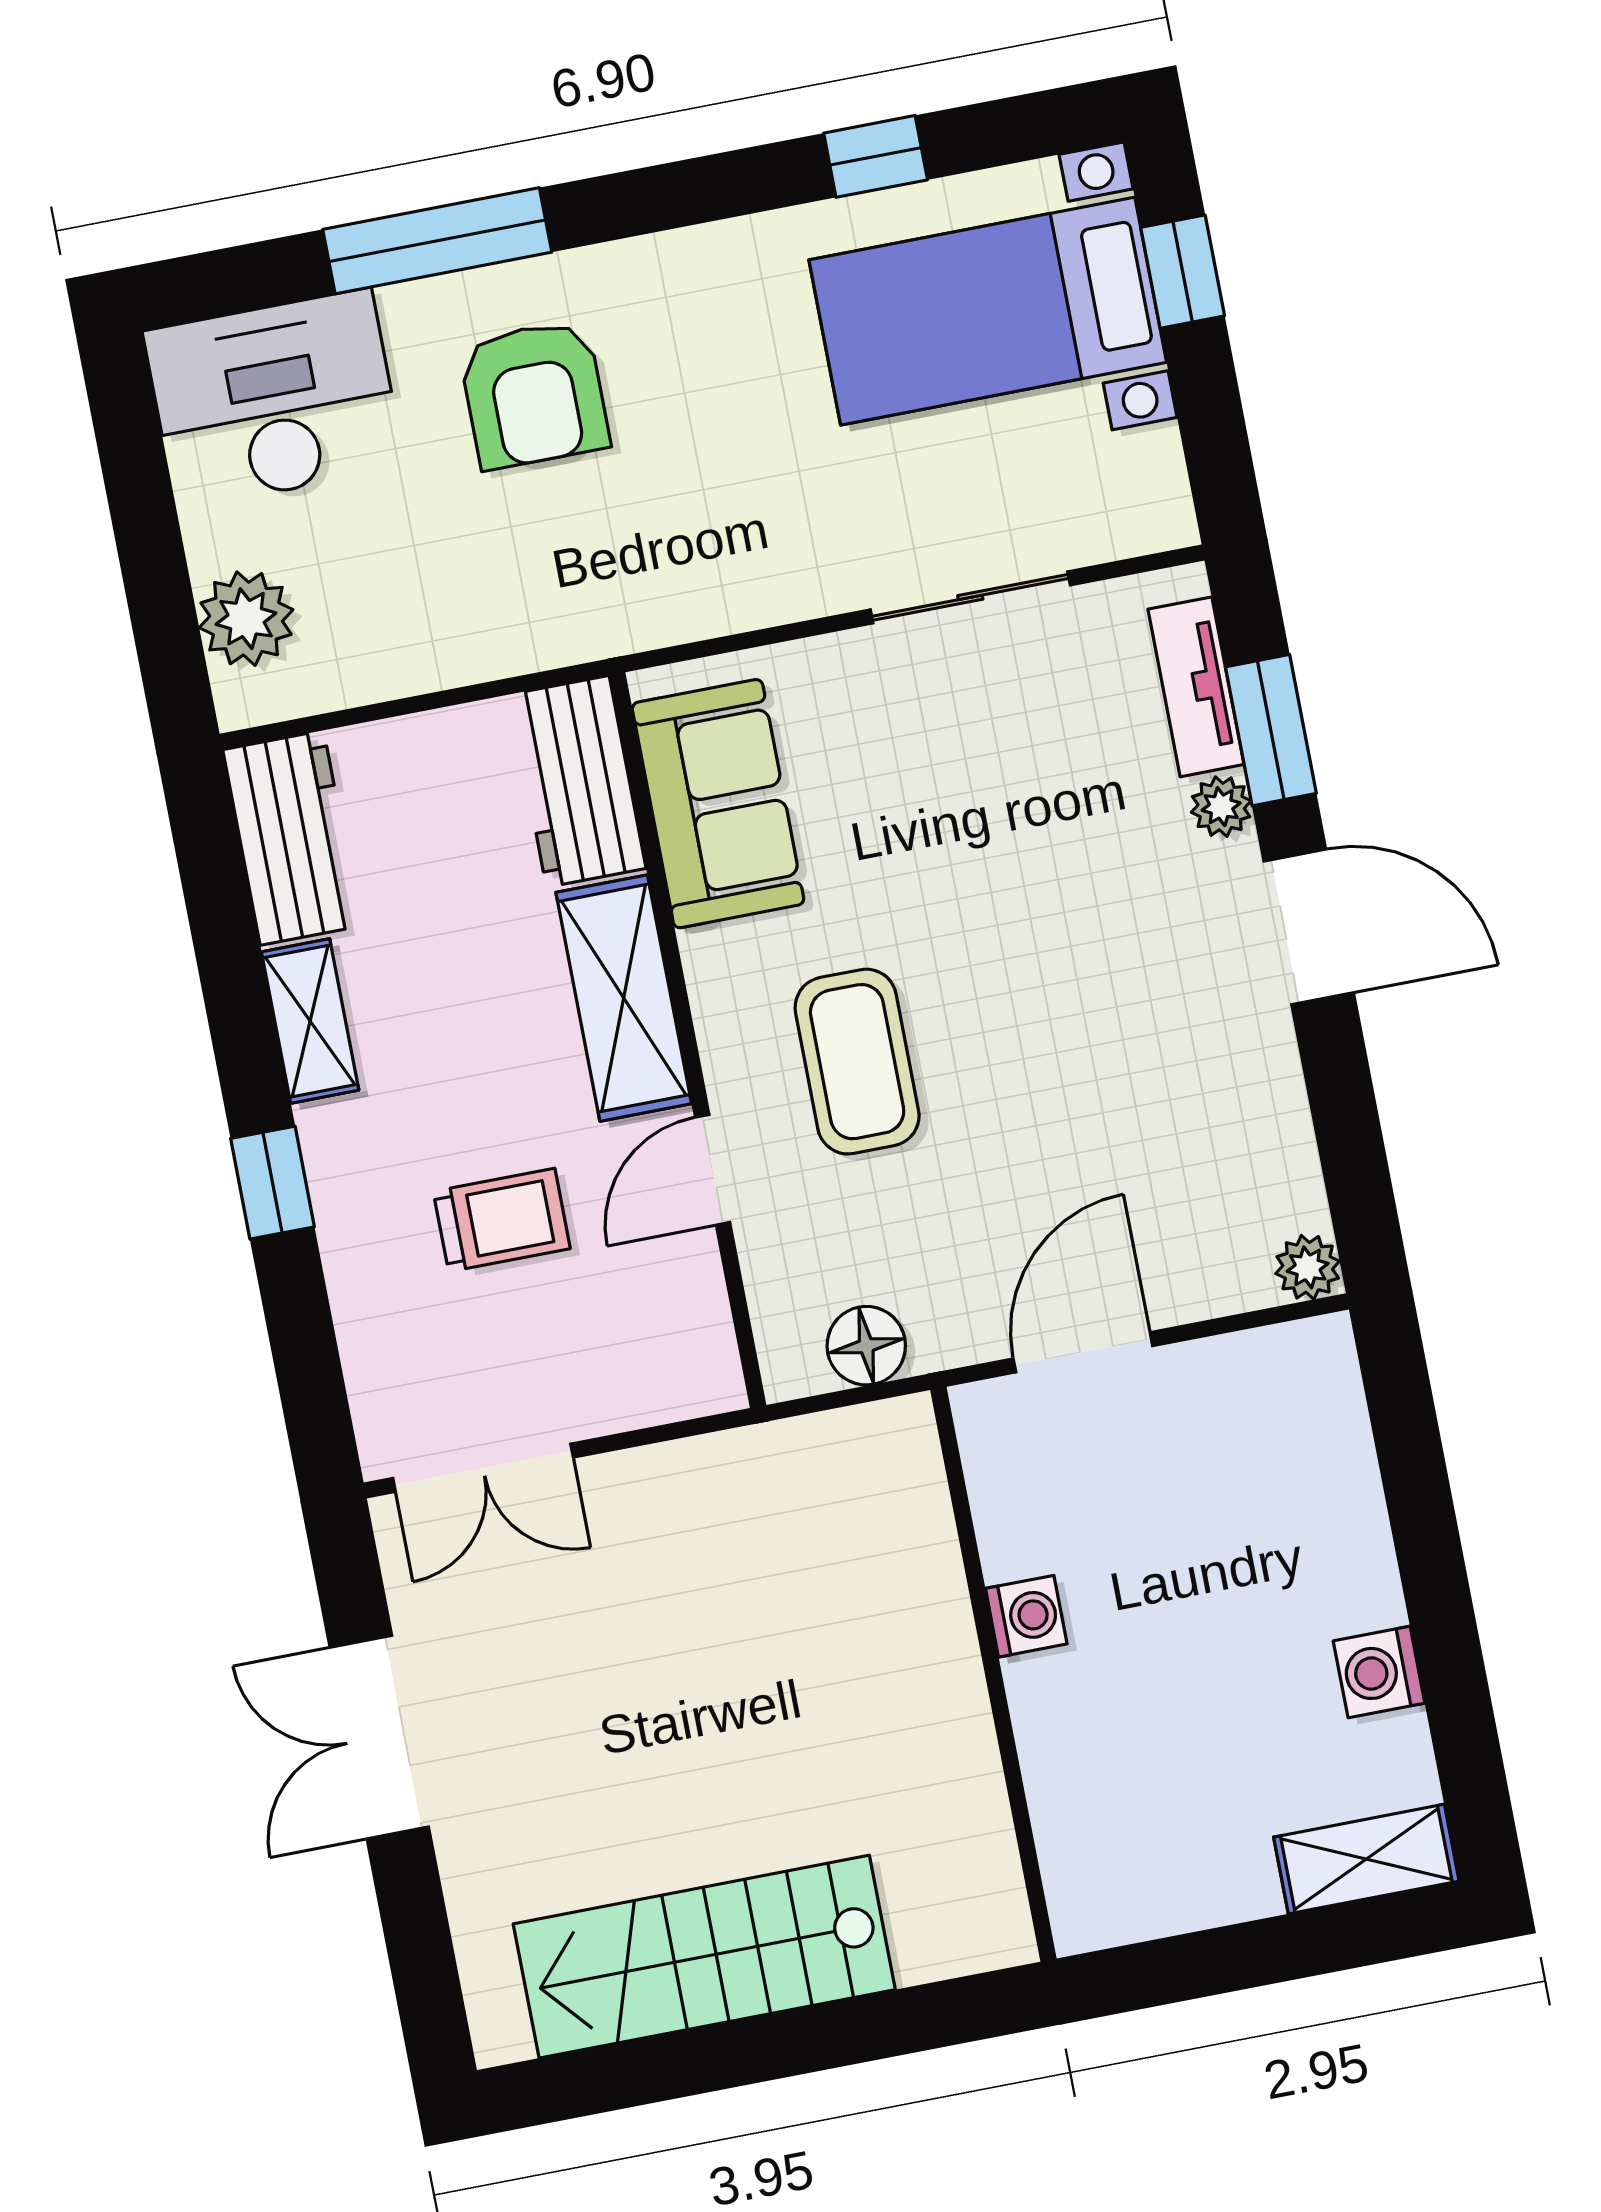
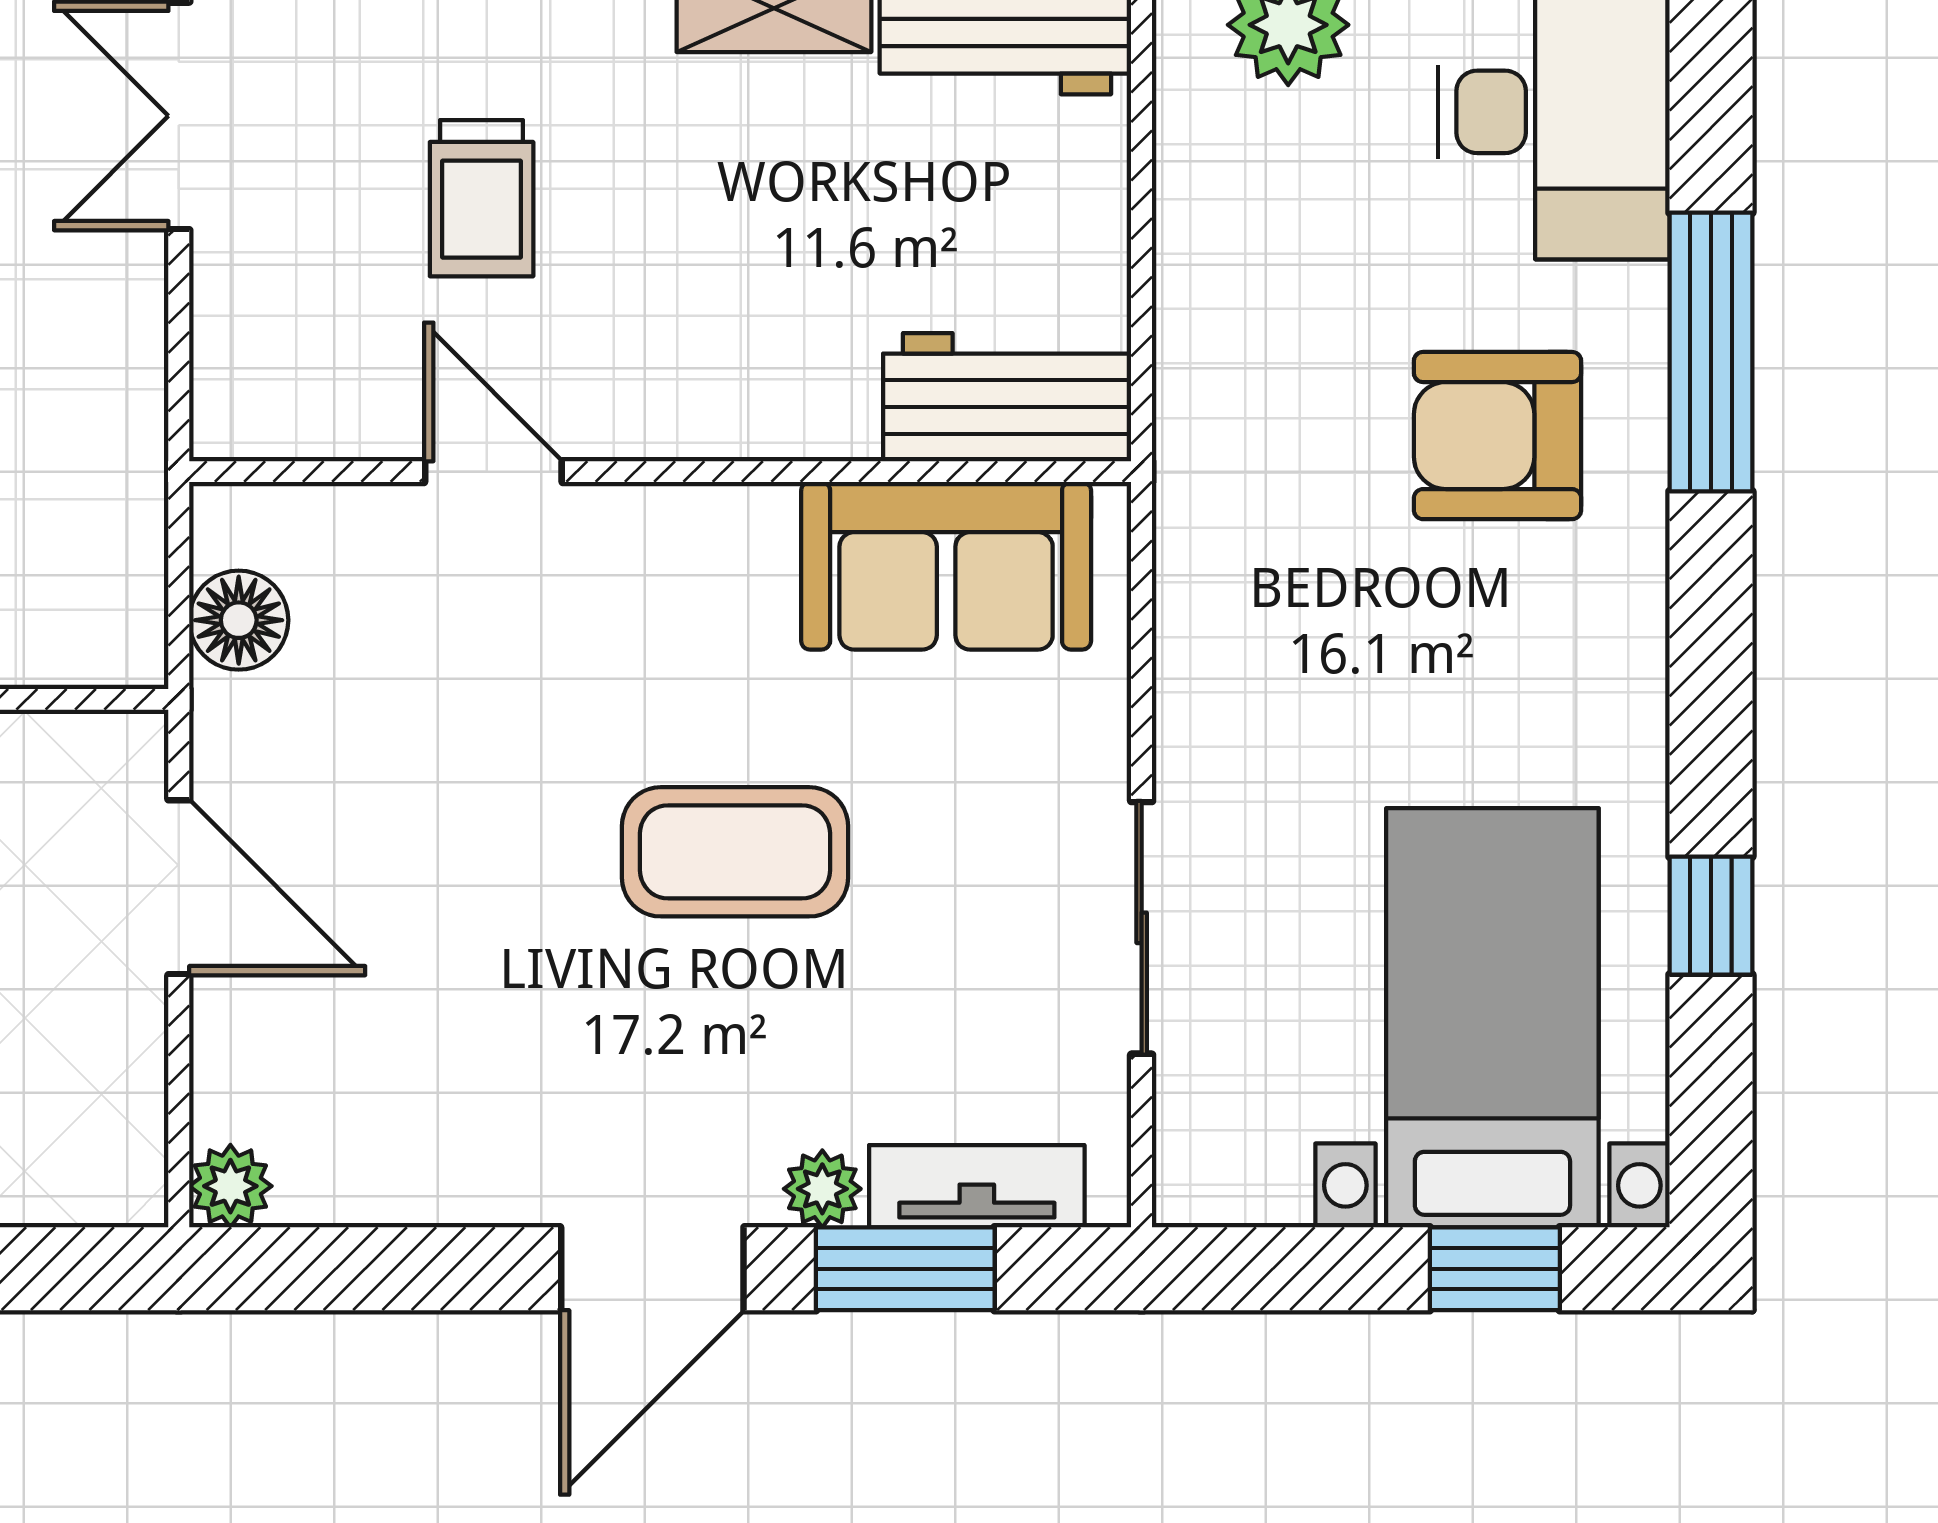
shelving: (624, 998) -> (728, 402), removed
coffee table: (857, 1062) -> (735, 852), moved

